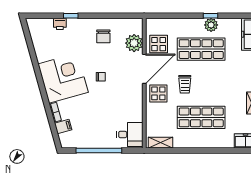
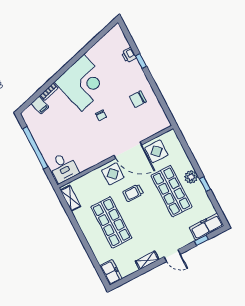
plant: (211, 25) -> (191, 177), moved
plant: (134, 43) -> (146, 129), removed

